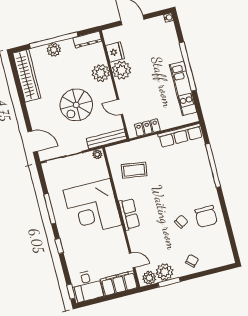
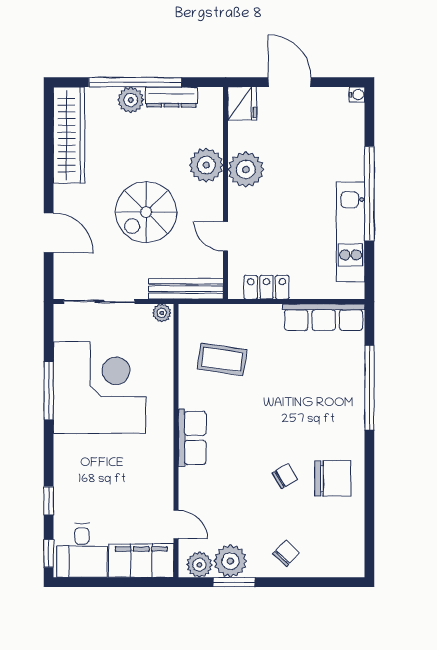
dresser: (87, 40) -> (171, 97), moved
fridge: (115, 52) -> (242, 104), moved
door: (33, 142) -> (49, 233), moved
corner desk: (92, 208) -> (99, 387), moved, turned 180
chair: (206, 216) -> (333, 478), turned -90
window: (59, 246) -> (49, 501), moved

